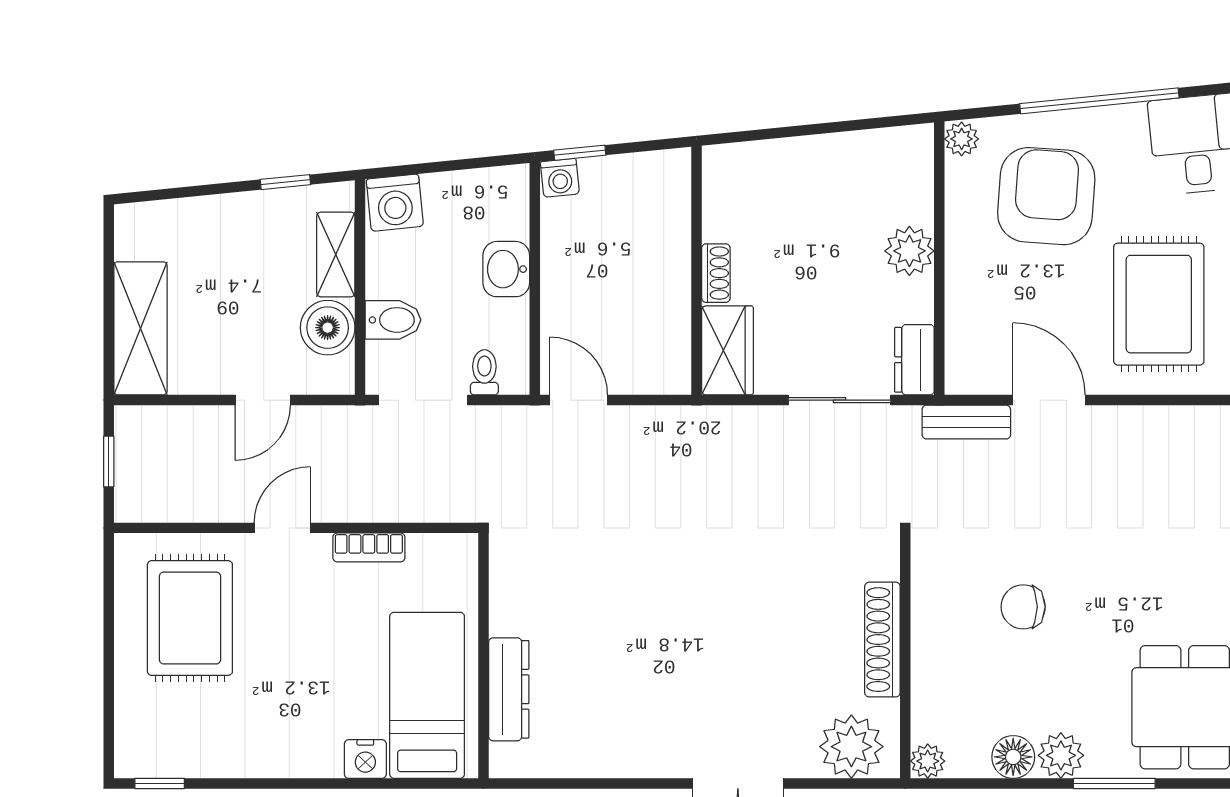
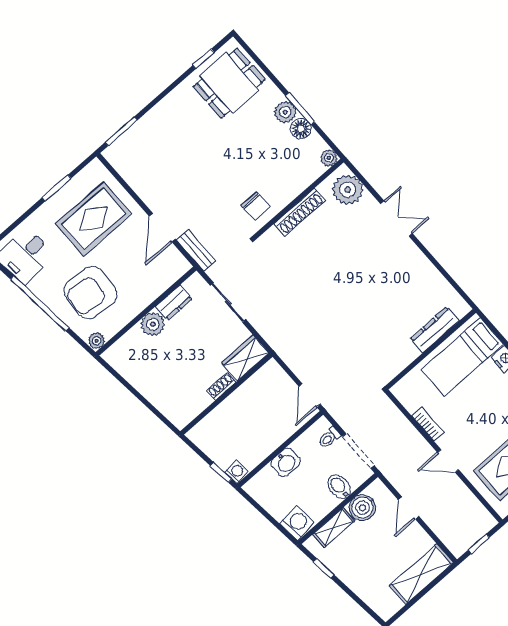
dresser: (914, 360) -> (174, 303), moved
door: (263, 400) -> (409, 508), swing flipped
chair: (1023, 607) -> (256, 206), moved
window: (1114, 783) -> (300, 109), moved

